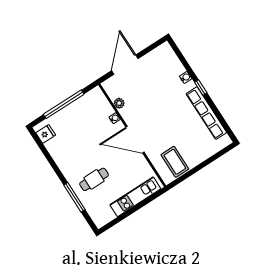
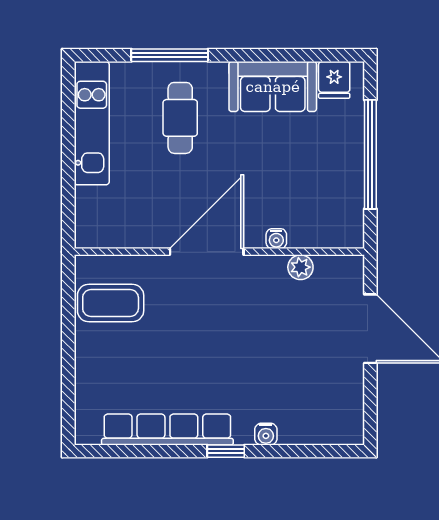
sofa: (62, 154) -> (273, 87), added
kitchen unit: (135, 197) -> (92, 123), moved

